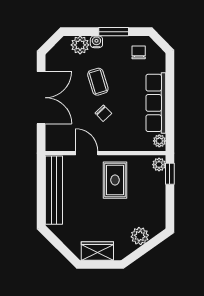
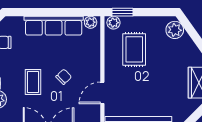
coffee table: (98, 82) -> (33, 82), turned -73
rug: (115, 180) -> (134, 49), moved, turned 90
plant: (140, 236) -> (175, 30), moved

